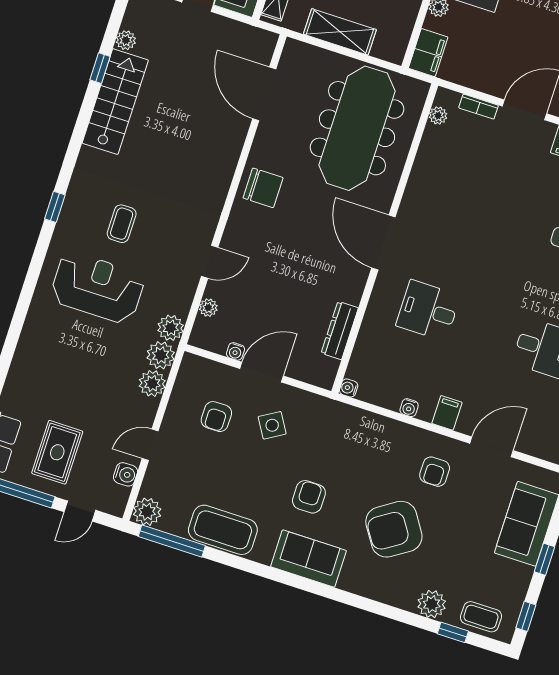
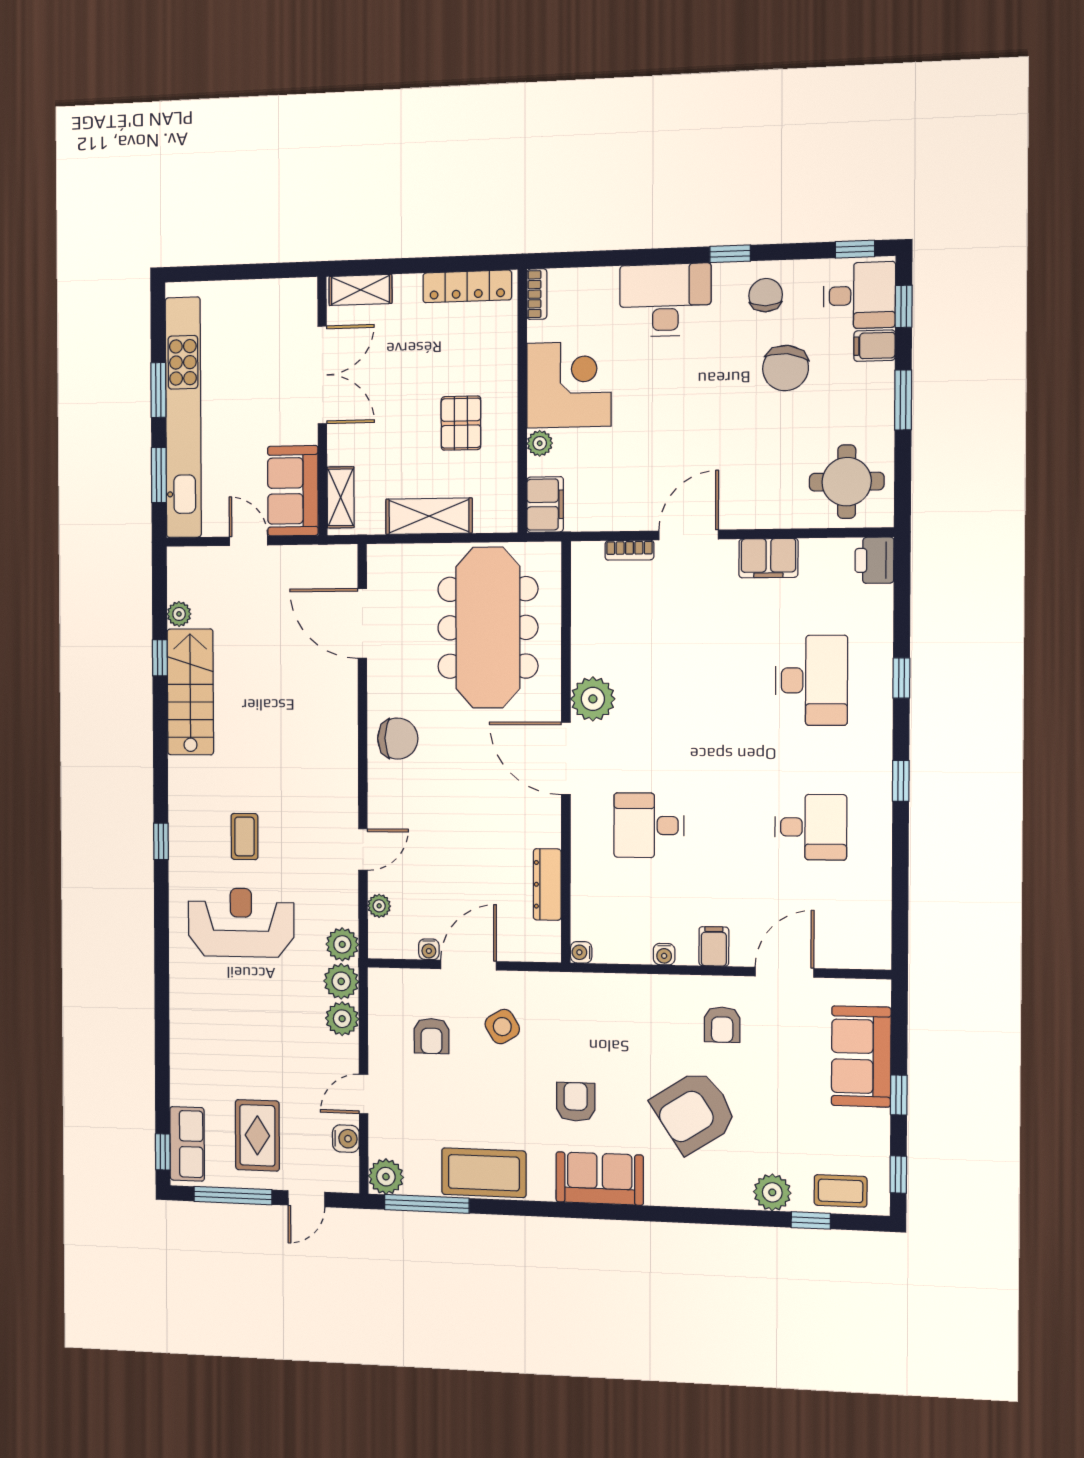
plant: (438, 116) -> (593, 699), moved, width x1.88, depth x1.88

